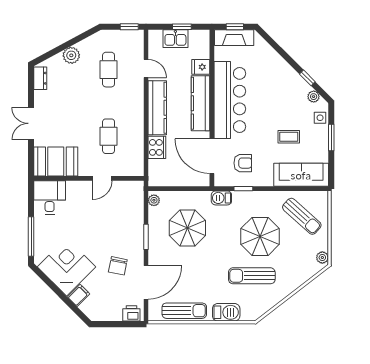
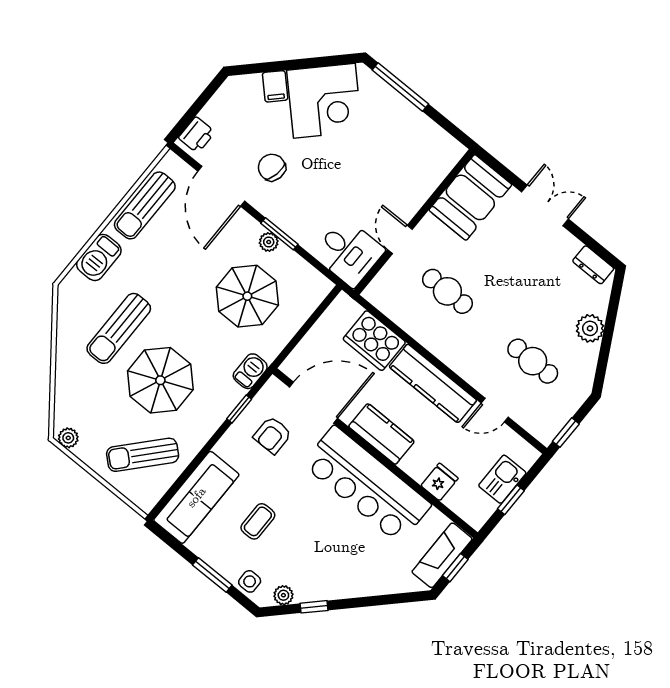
kitchen counter: (200, 103) -> (382, 434), width x0.67
cooker: (157, 147) -> (374, 341), width x1.37, depth x1.31
desk: (50, 197) -> (349, 252), moved
plant: (154, 200) -> (269, 242), moved
sun lounger: (252, 276) -> (119, 328), turned 180

